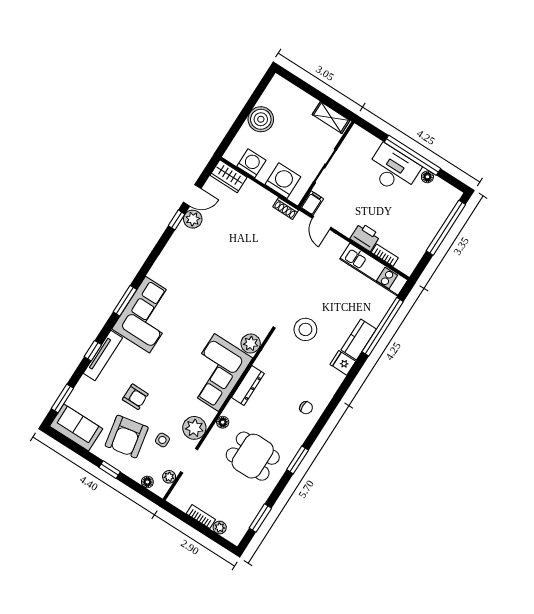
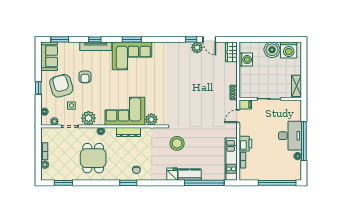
washing machine: (283, 181) -> (289, 50), moved, turned 90
armchair: (127, 437) -> (61, 86), turned 85
window: (298, 460) -> (128, 183), moved

